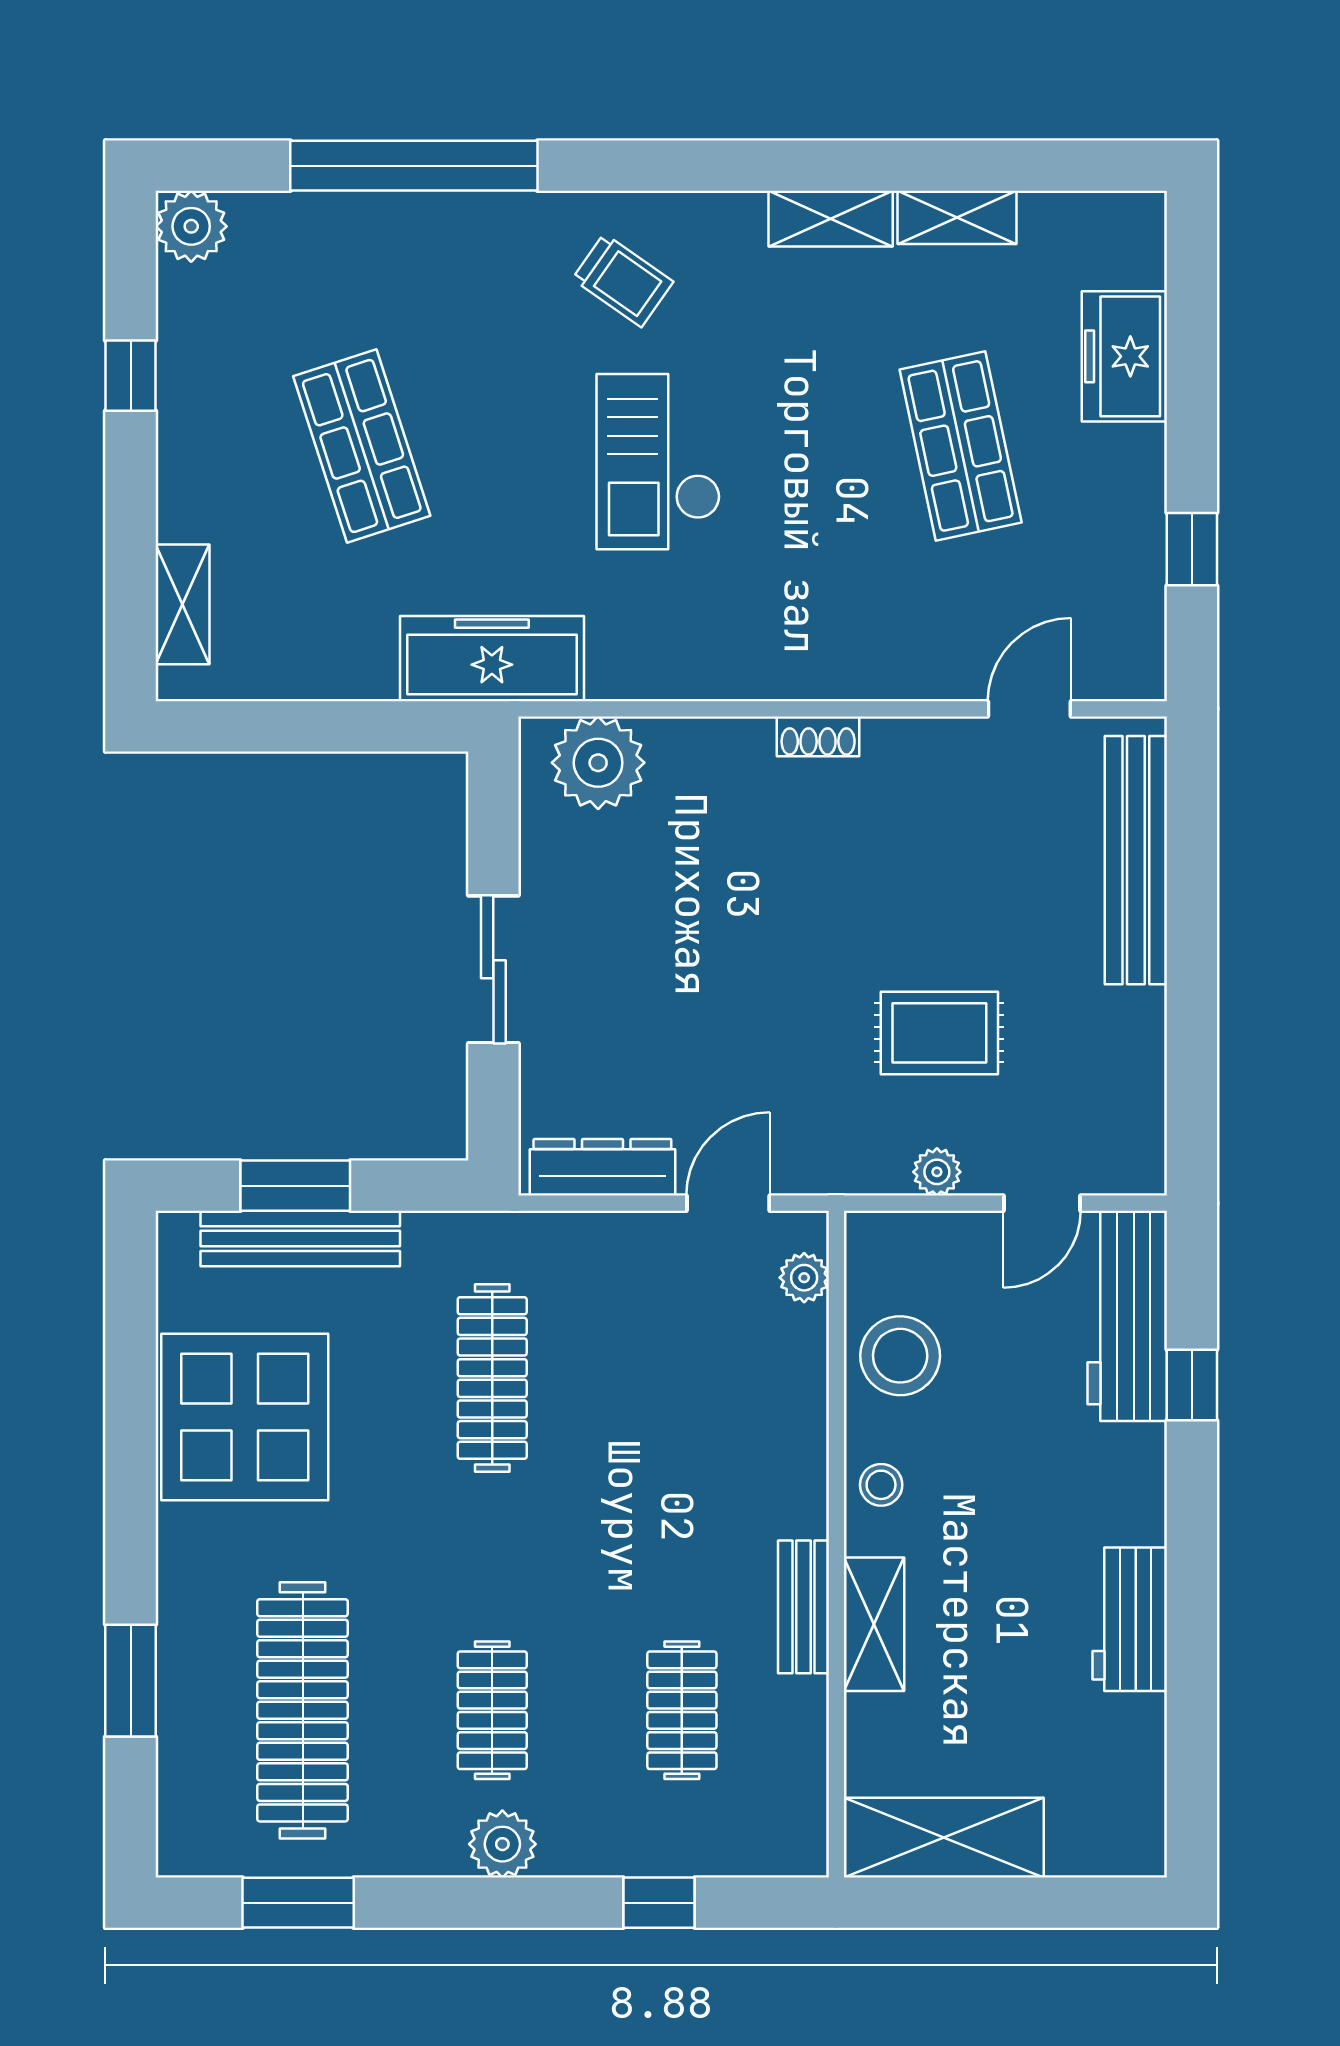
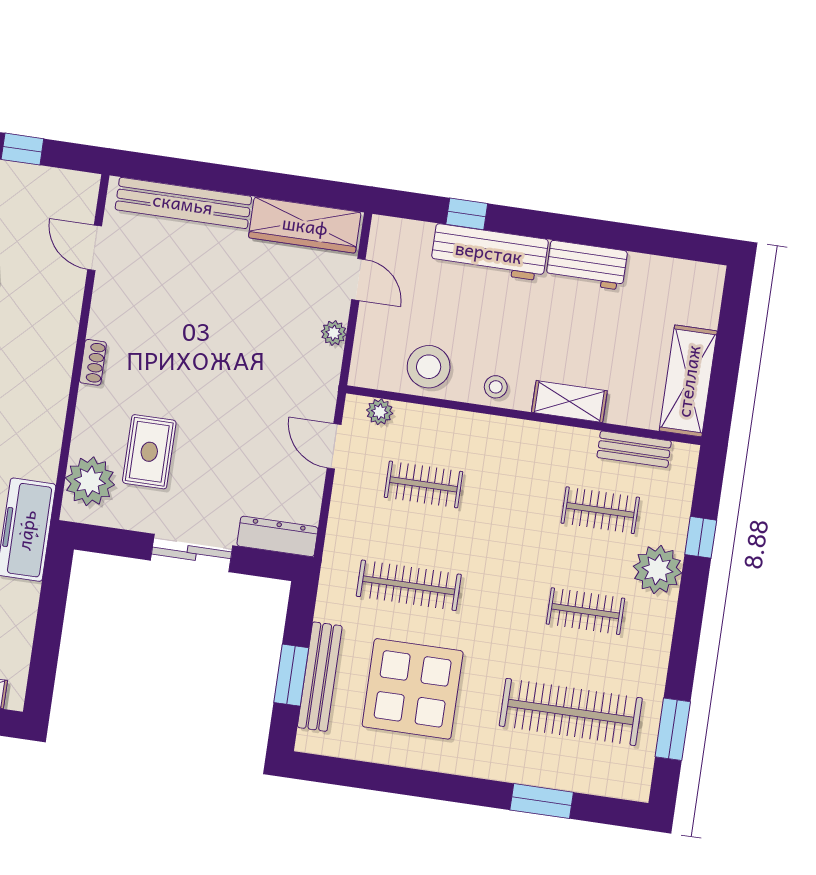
rug: (939, 1033) -> (149, 452), moved
wardrobe: (1128, 1090) -> (305, 225), added
dresser: (602, 1167) -> (277, 536), moved, turned 90
workbench: (1127, 1316) -> (489, 252), moved
clothes rail: (682, 1378) -> (424, 484), added
display table: (245, 1417) -> (413, 689), moved
bench: (803, 1607) -> (634, 449), moved
plant: (502, 1844) -> (658, 570), moved, width x1.36, depth x1.36

